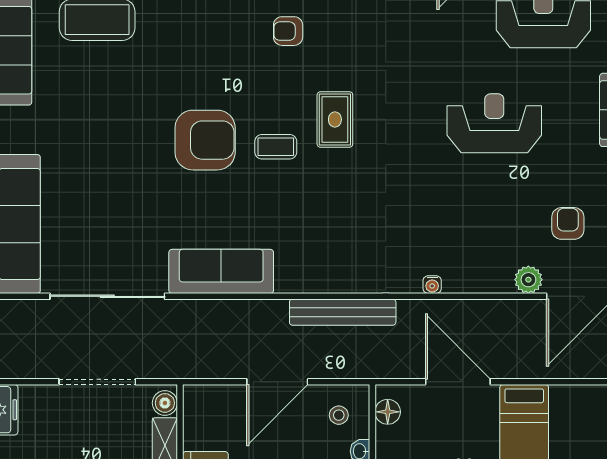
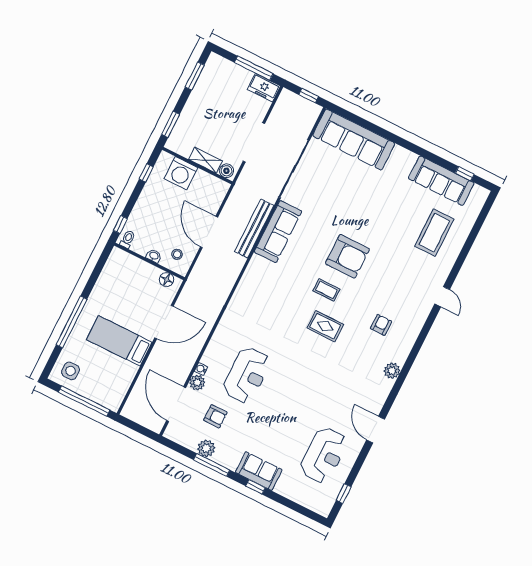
reception desk: (494, 123) -> (247, 375), moved
armchair: (205, 140) -> (347, 256), turned -90
coffee table: (276, 147) -> (326, 290), turned 90
water cooler: (432, 285) -> (201, 369), moved
bench: (343, 312) -> (254, 229), moved

